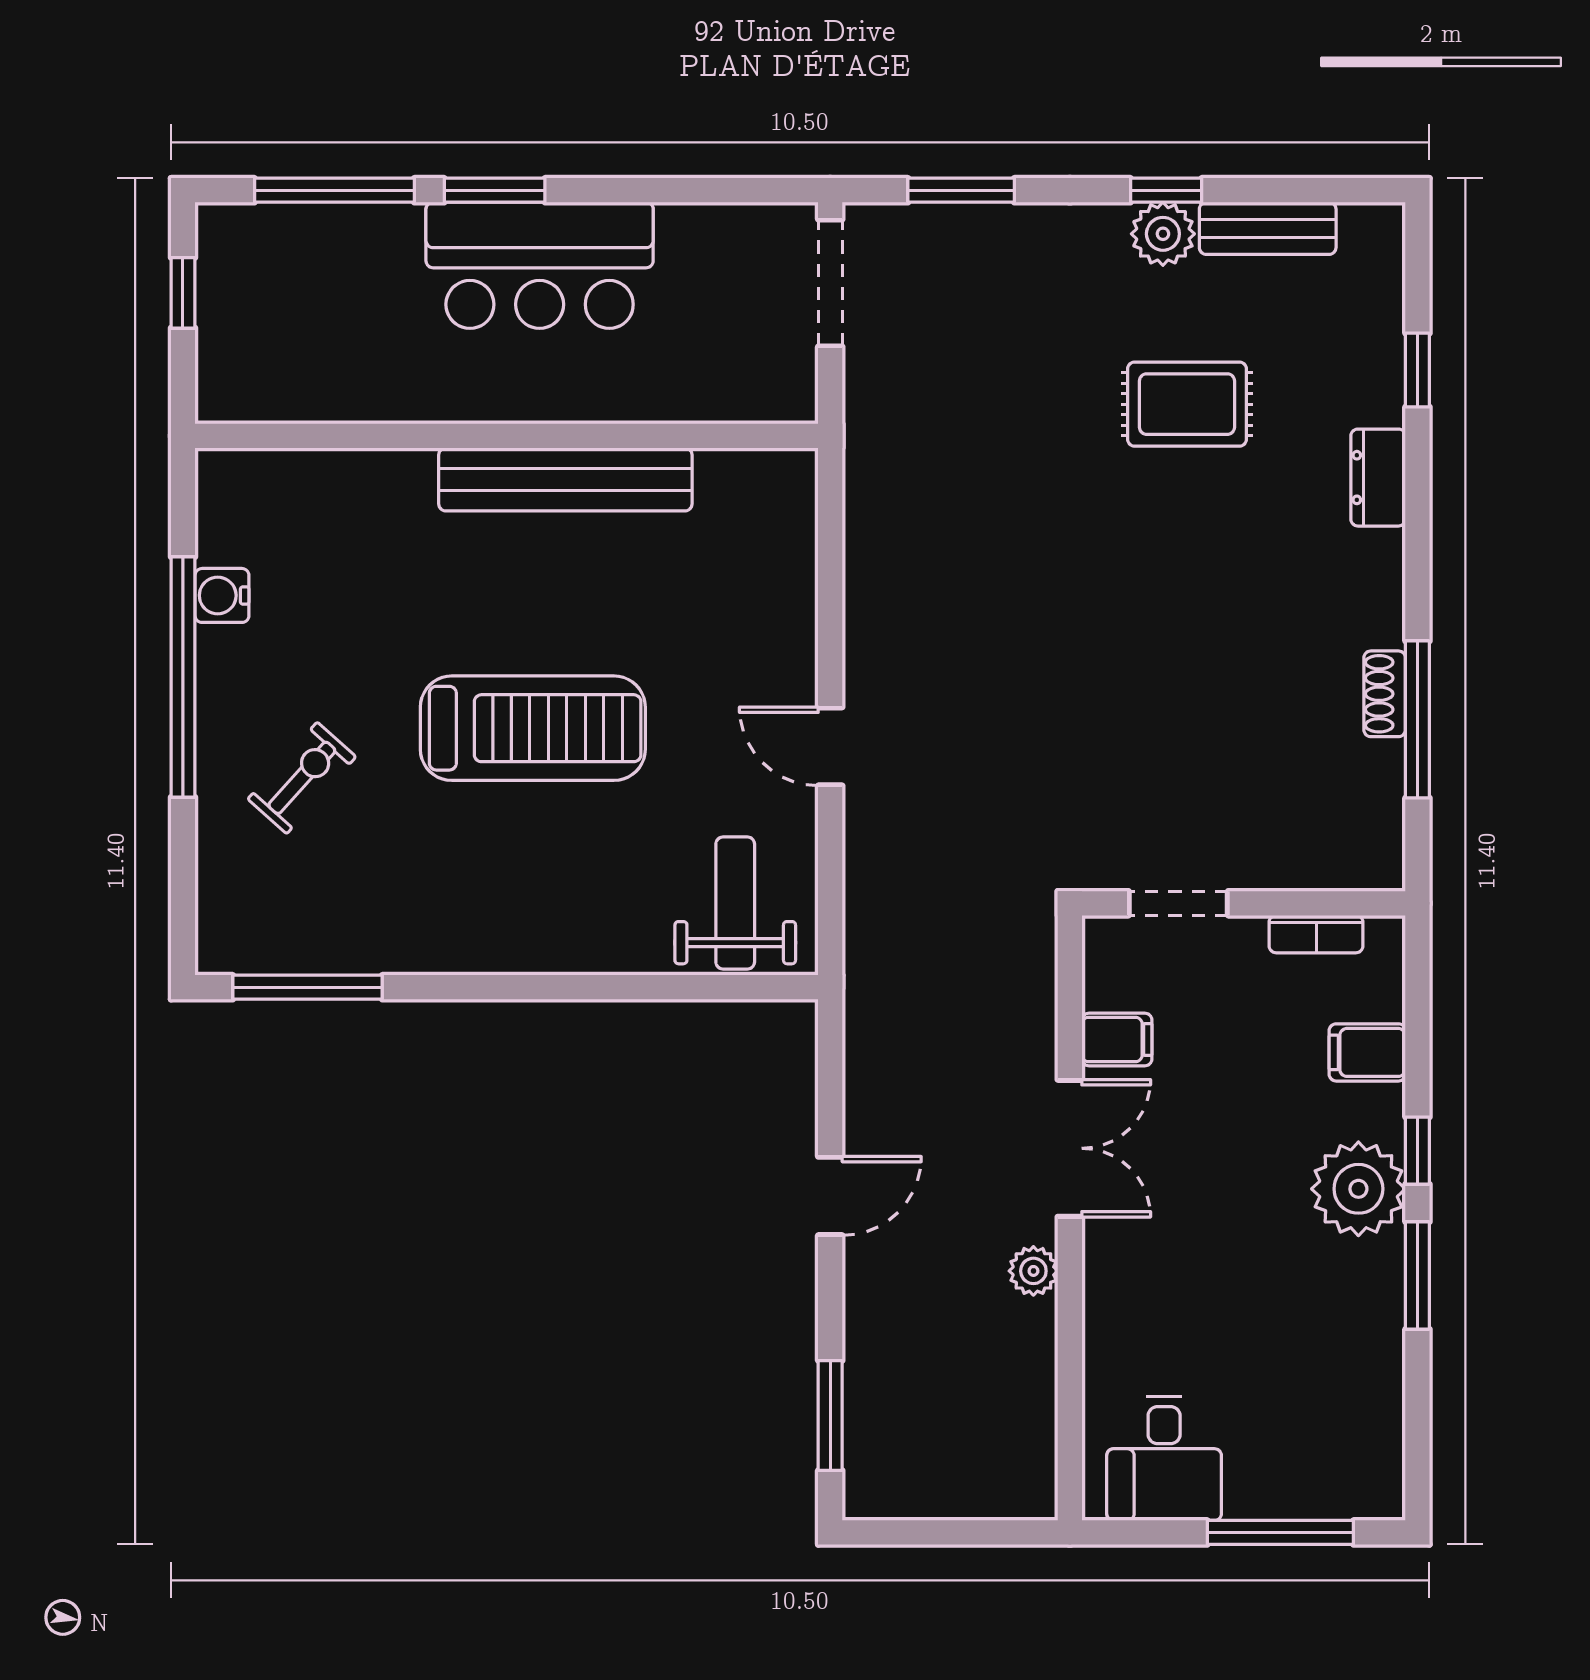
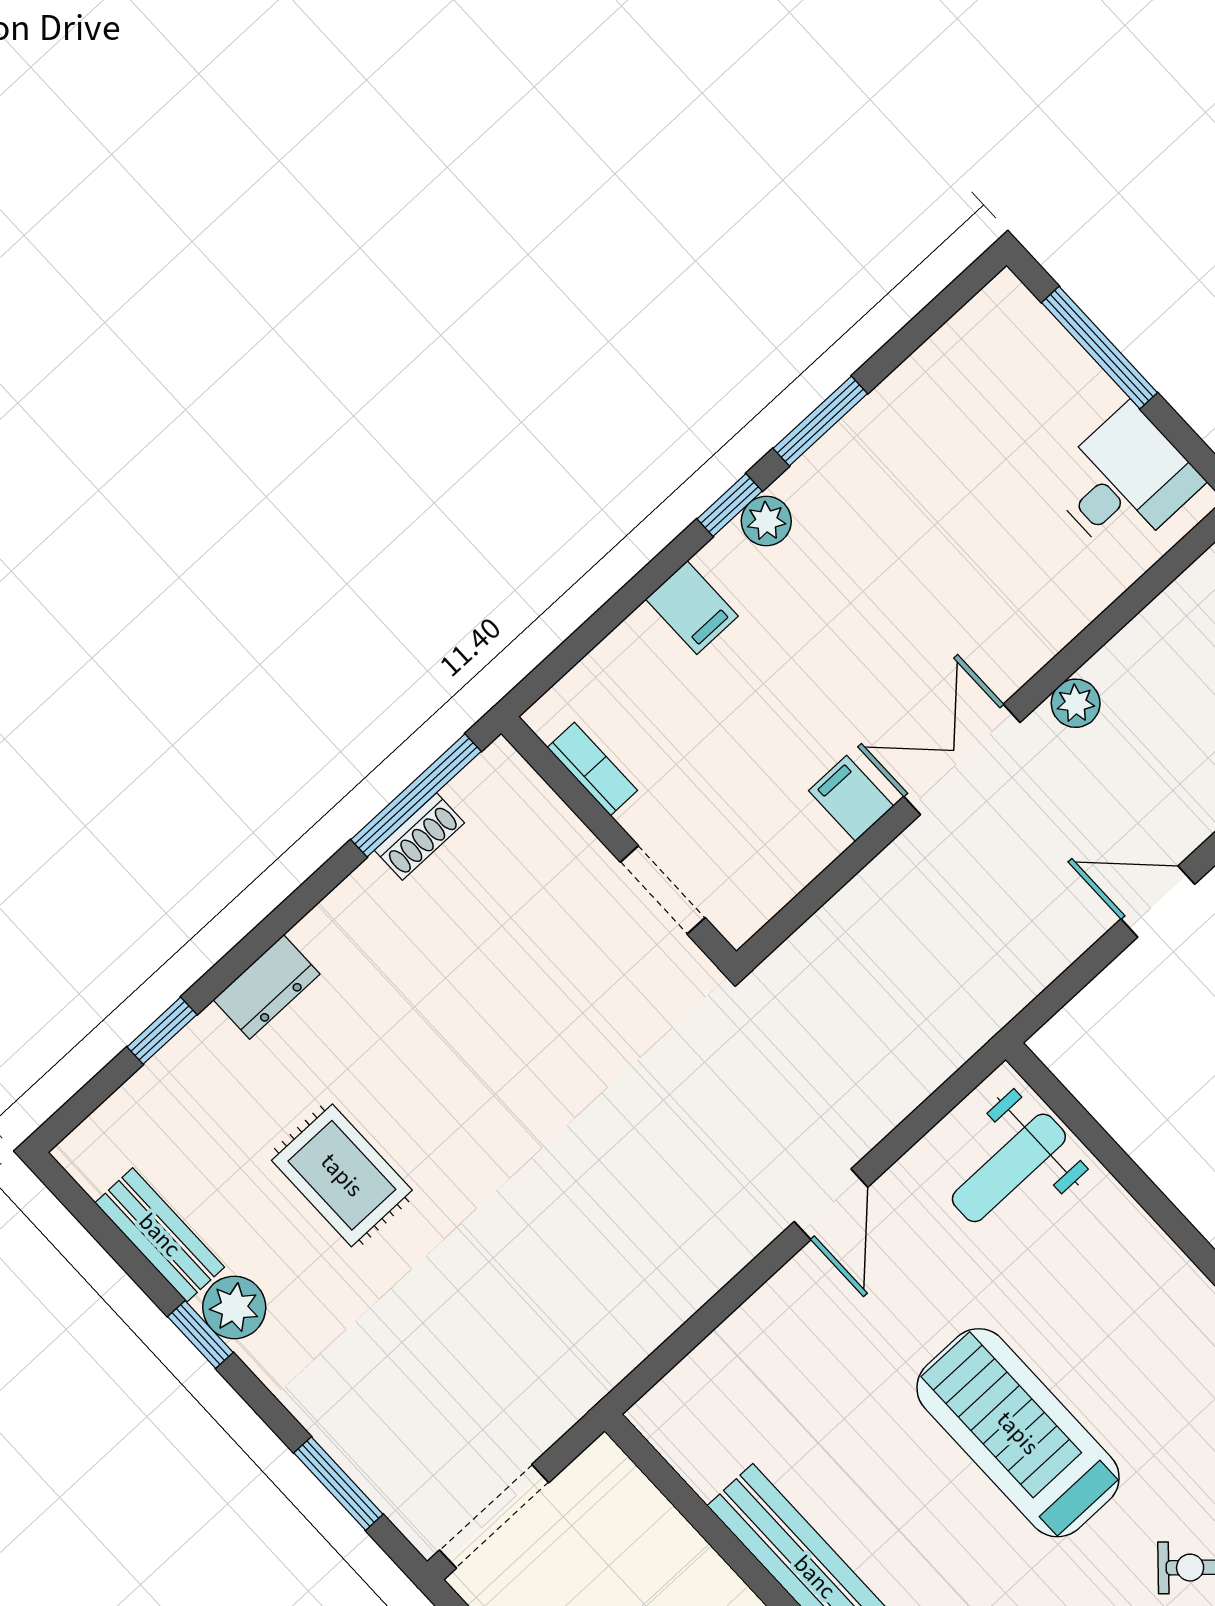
doorway: (1178, 903) -> (663, 890), moved
wall: (1244, 903) -> (619, 842), moved
bookcase: (1316, 934) -> (592, 769), moved
plant: (1358, 1189) -> (766, 521), width x0.53, depth x0.53

